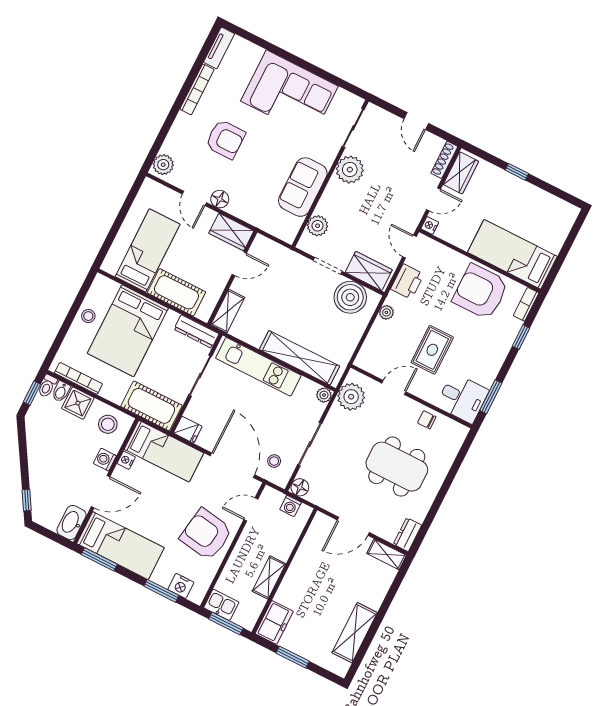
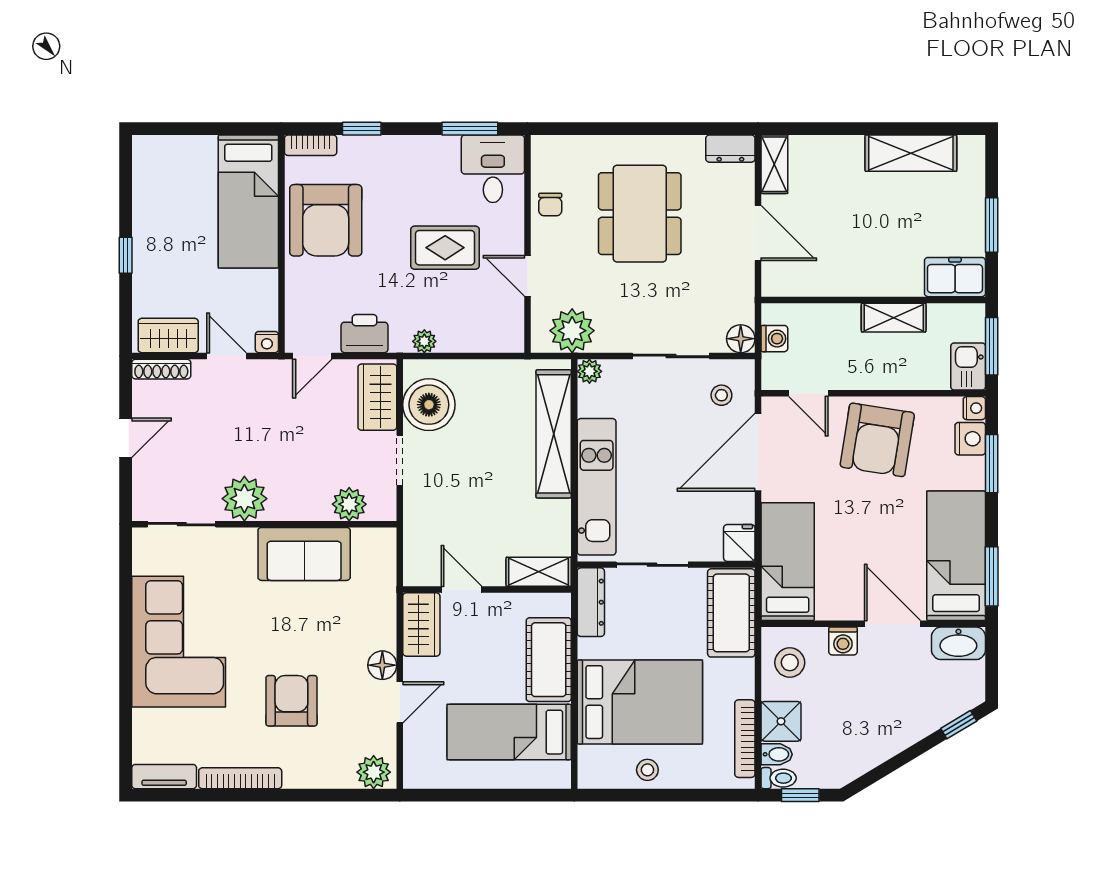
nightstand: (126, 460) -> (974, 408), moved, turned -90

